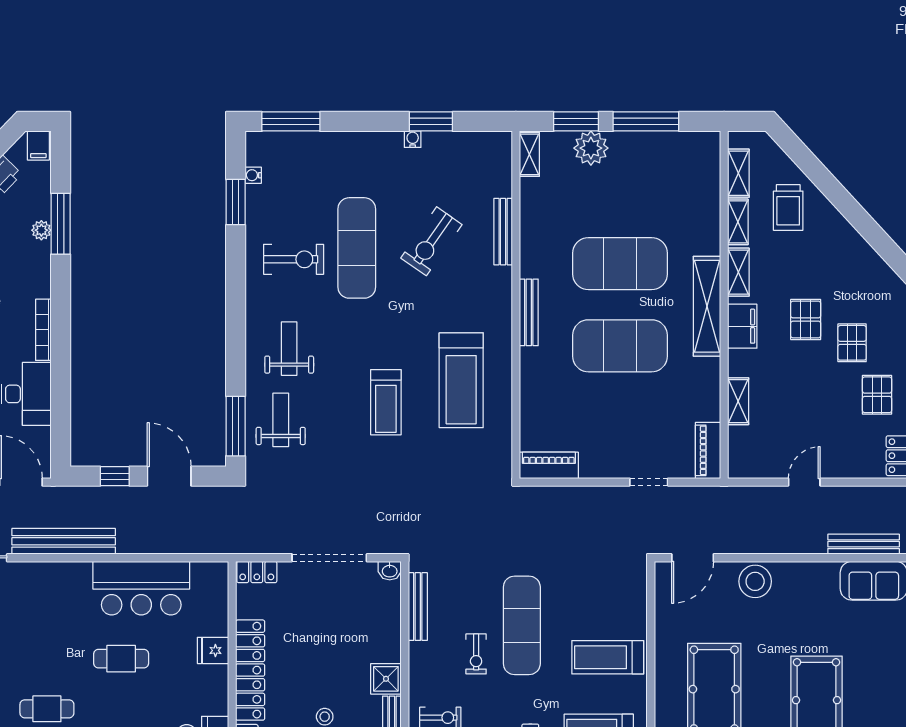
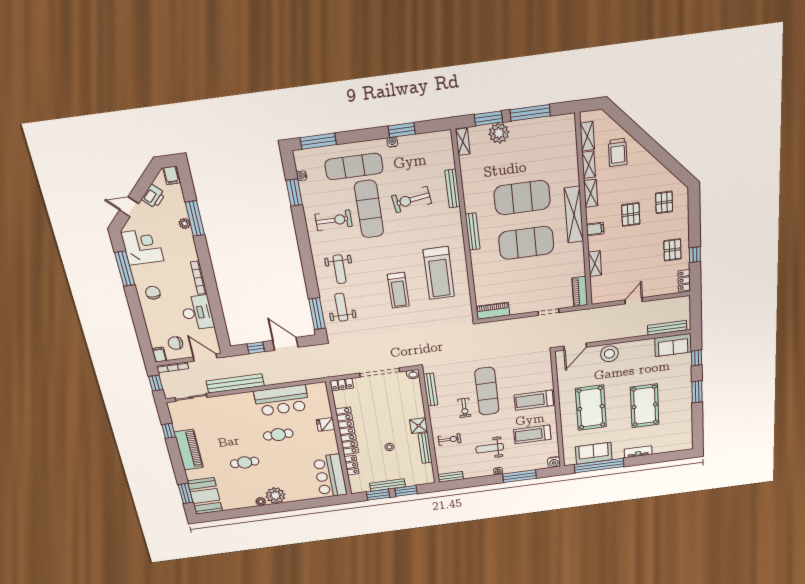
exercise mat: (343, 171) -> (354, 166), added
exercise bike: (431, 241) -> (412, 200), turned 47
filing cabinet: (742, 326) -> (595, 229), width x0.50
pallet: (852, 343) -> (664, 202), moved
weight bench: (289, 349) -> (340, 269), turned 180

